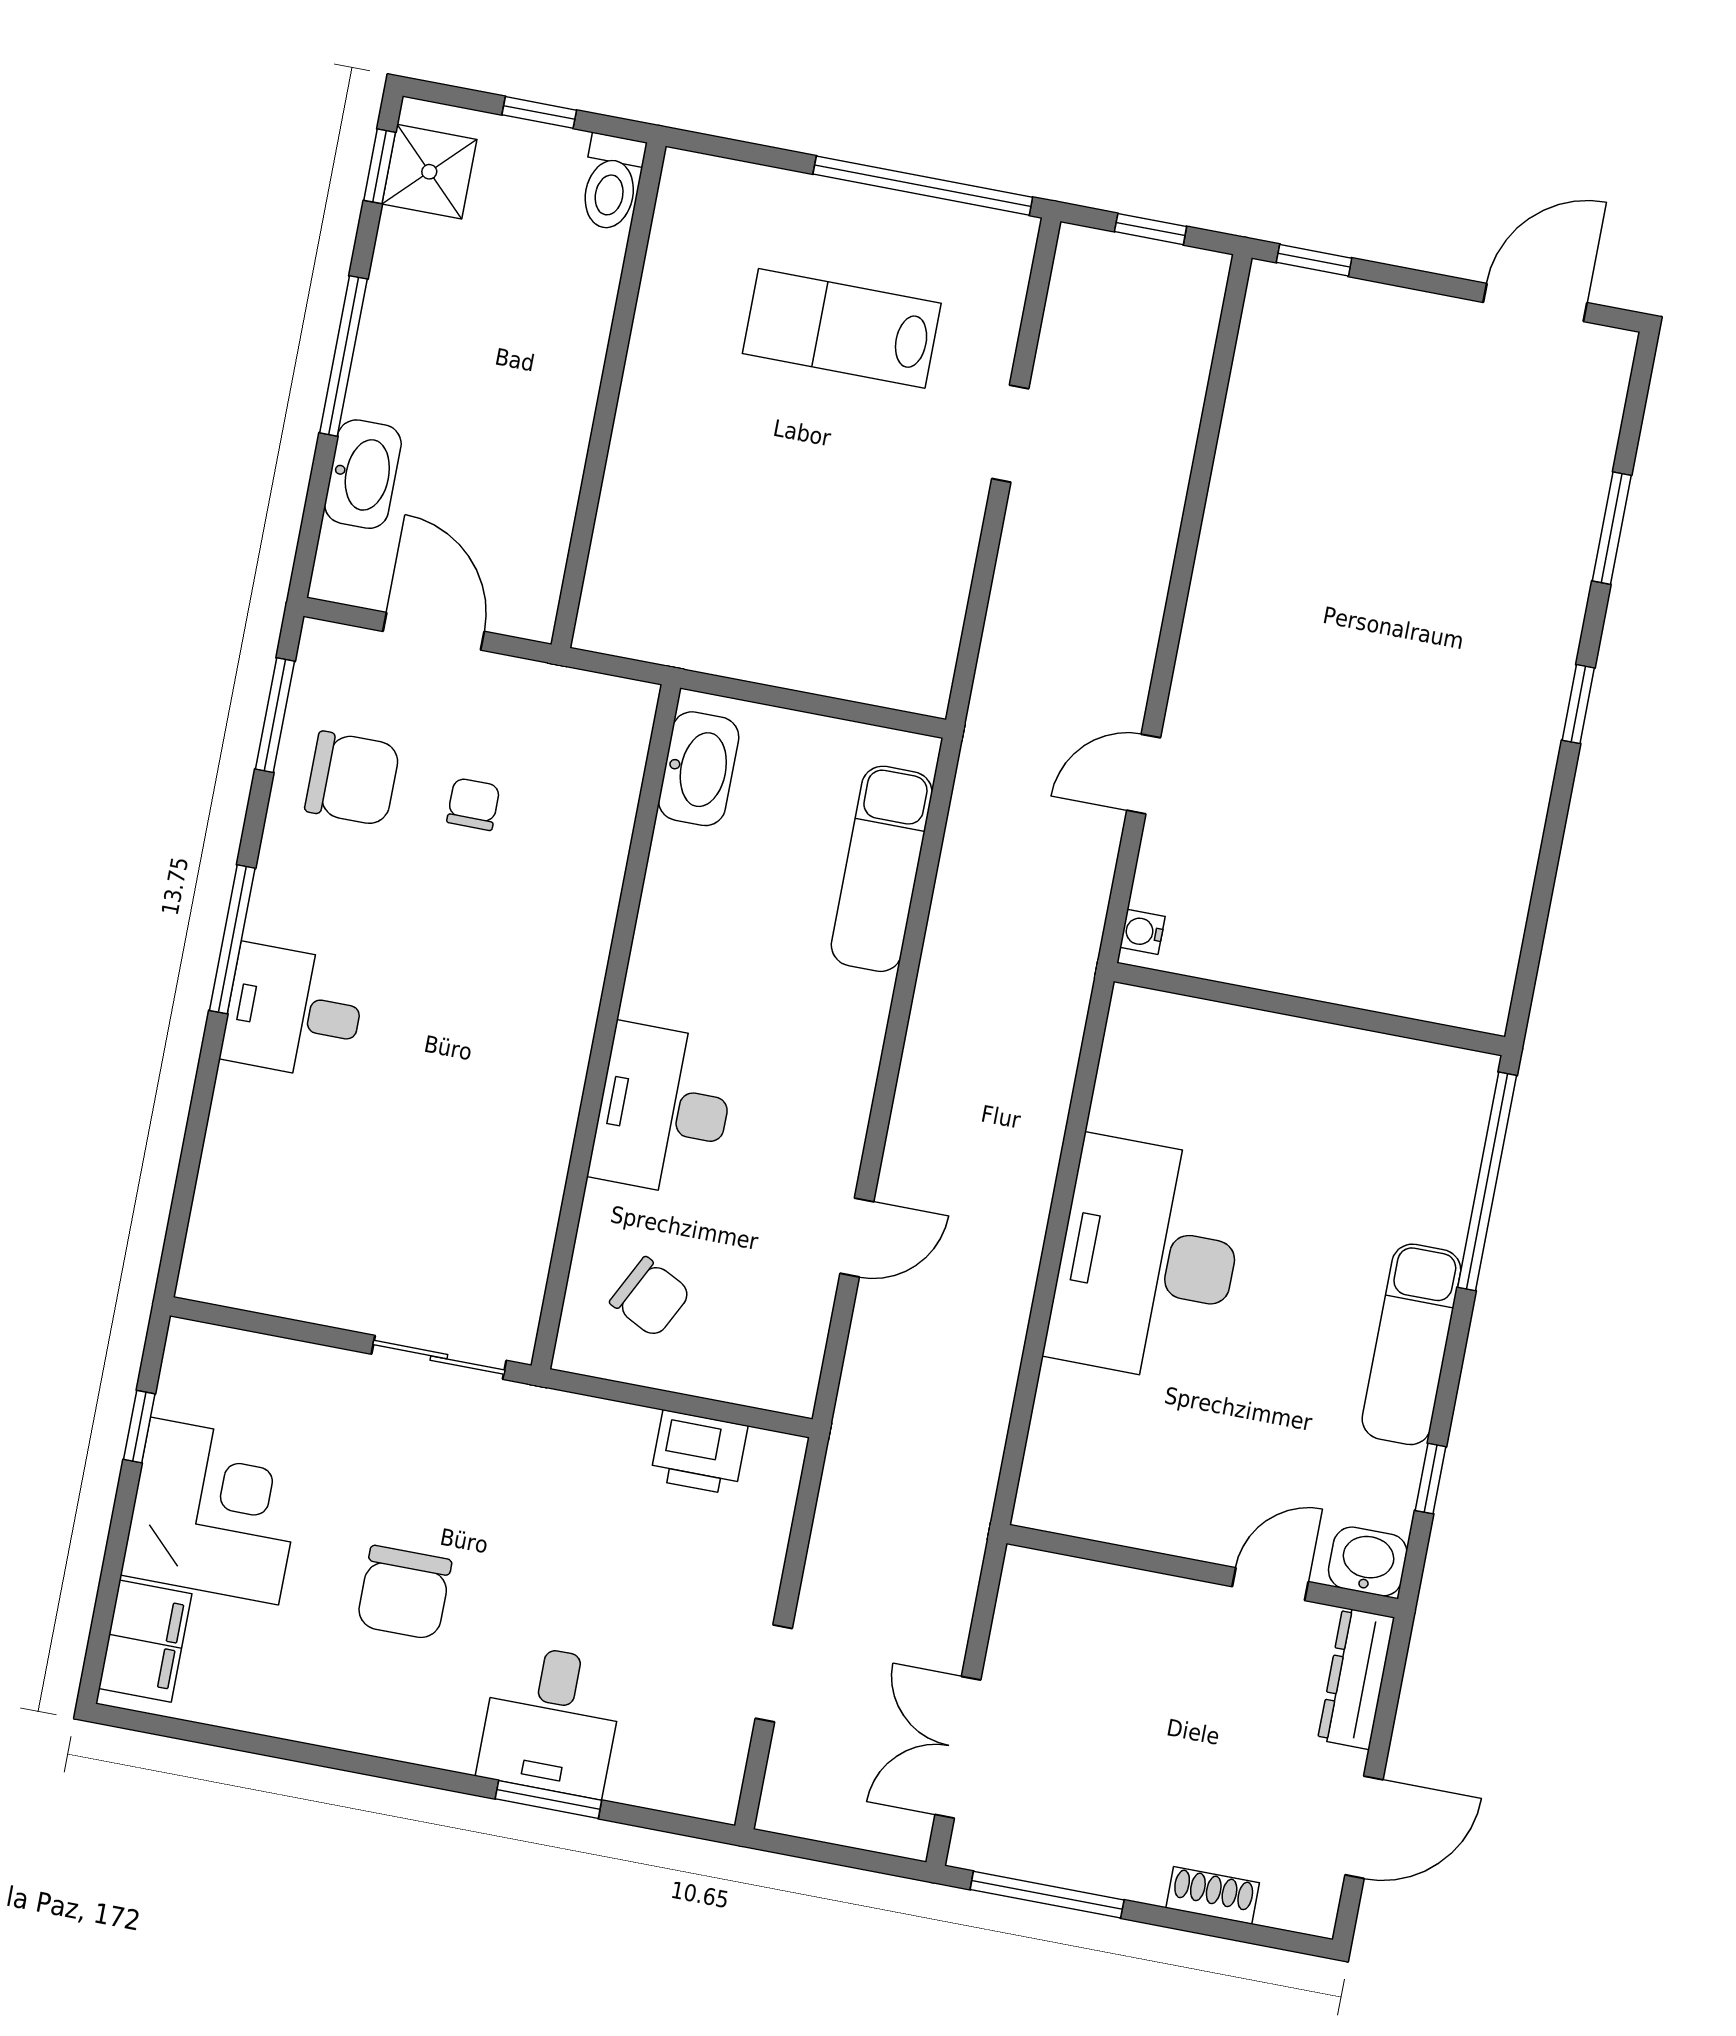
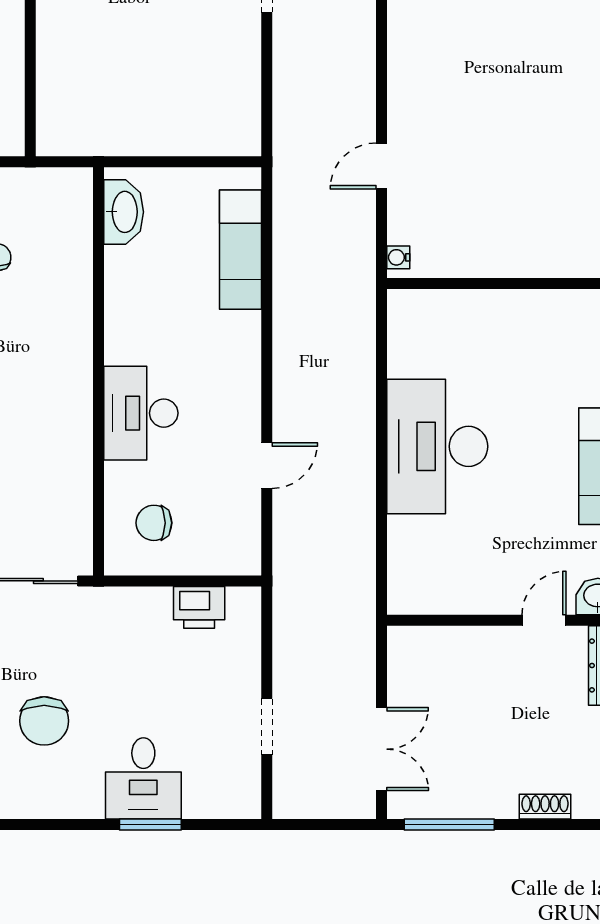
chair: (650, 1297) -> (154, 523), turned 153
double door: (958, 1747) -> (381, 749), swing flipped

